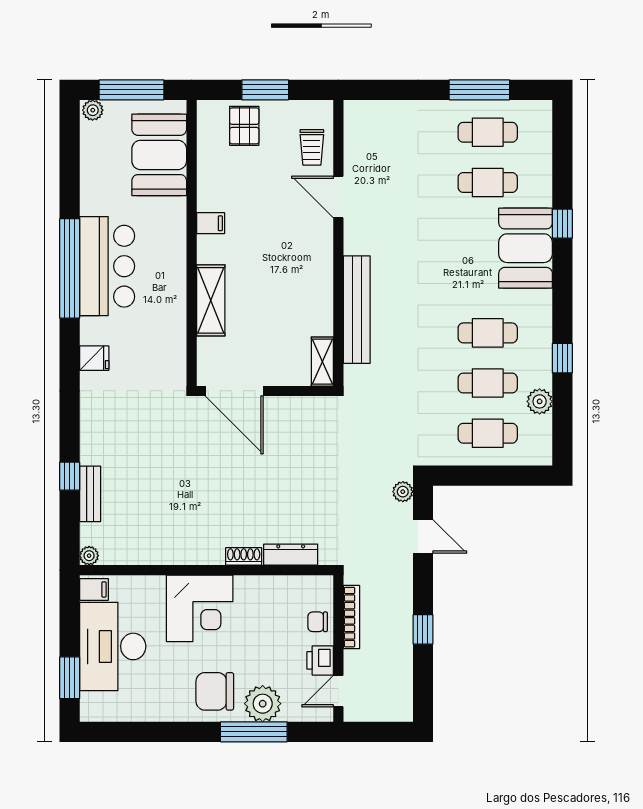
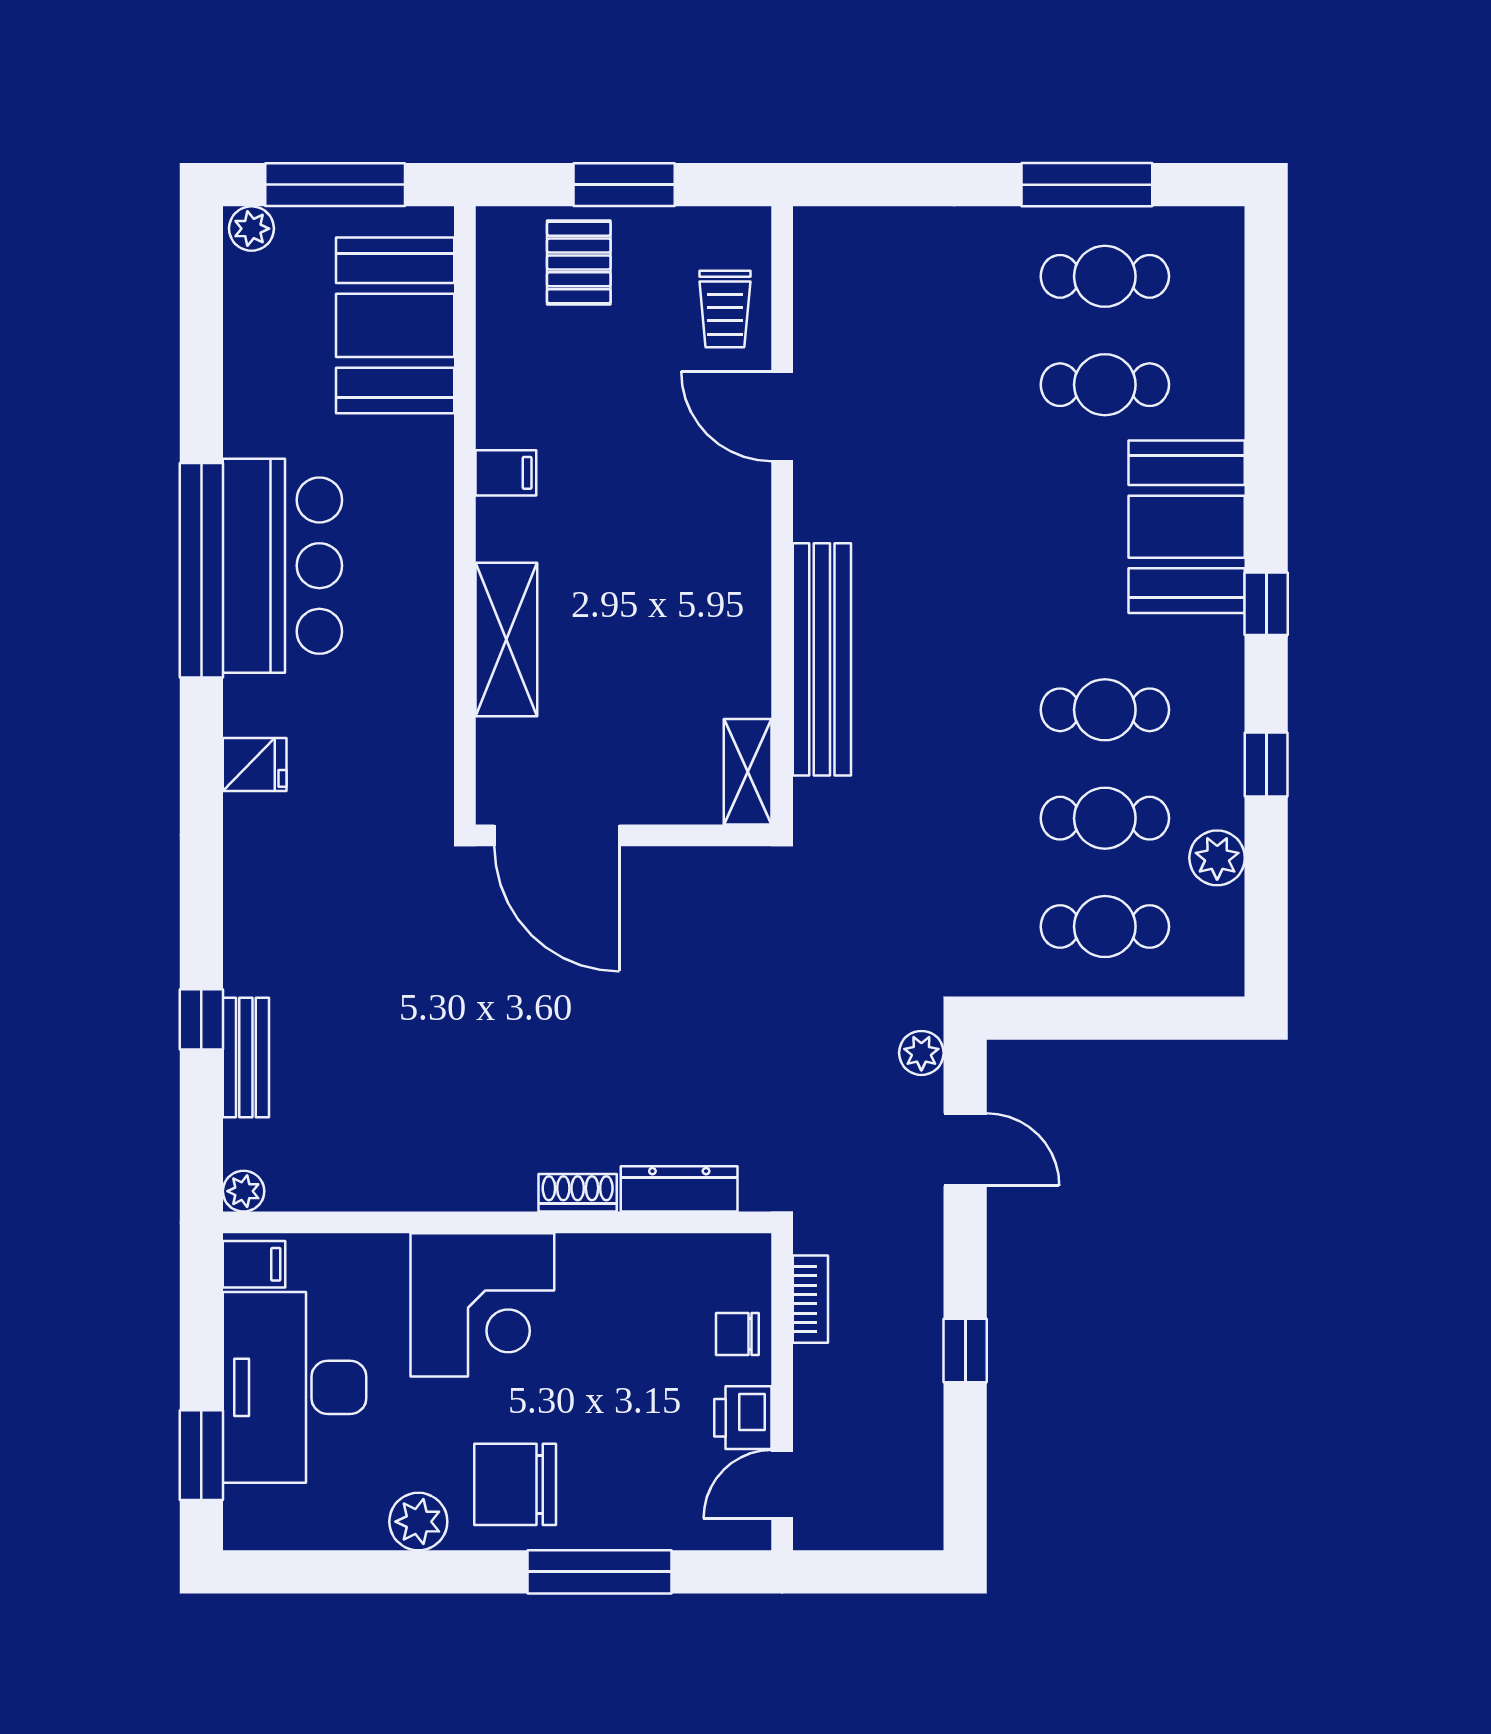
window: (562, 224) -> (1266, 604), moved
bookcase: (351, 617) -> (810, 1299), width x0.64
plant: (263, 704) -> (418, 1522), moved, width x0.73, depth x0.73

